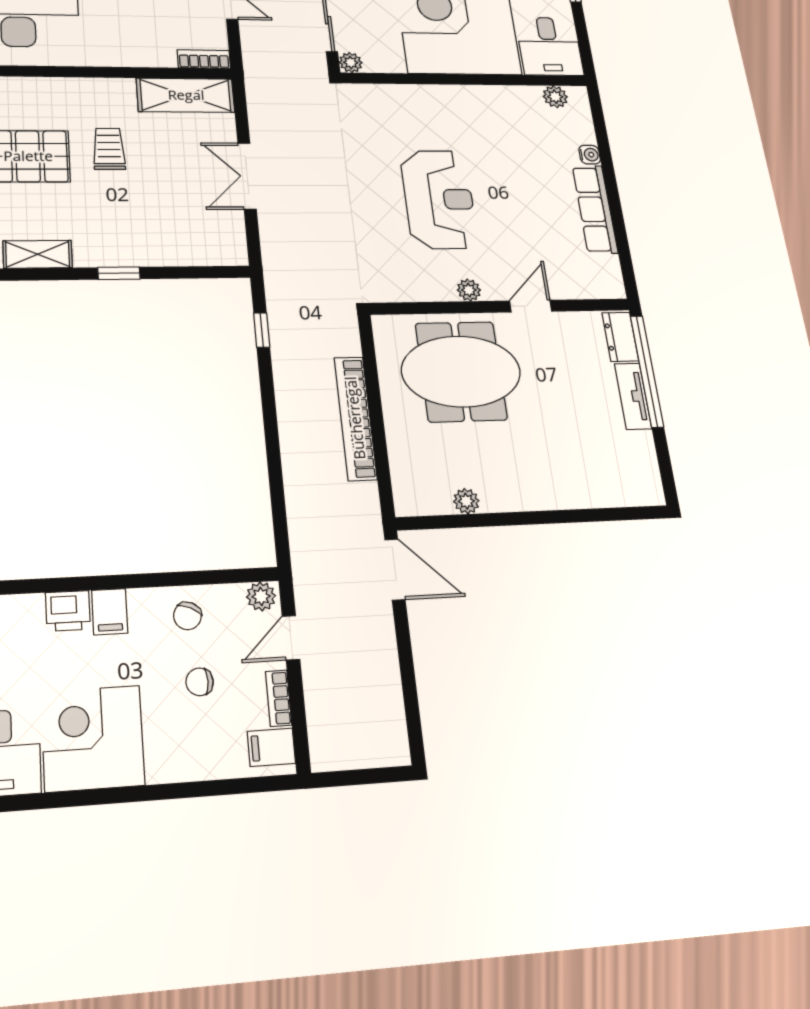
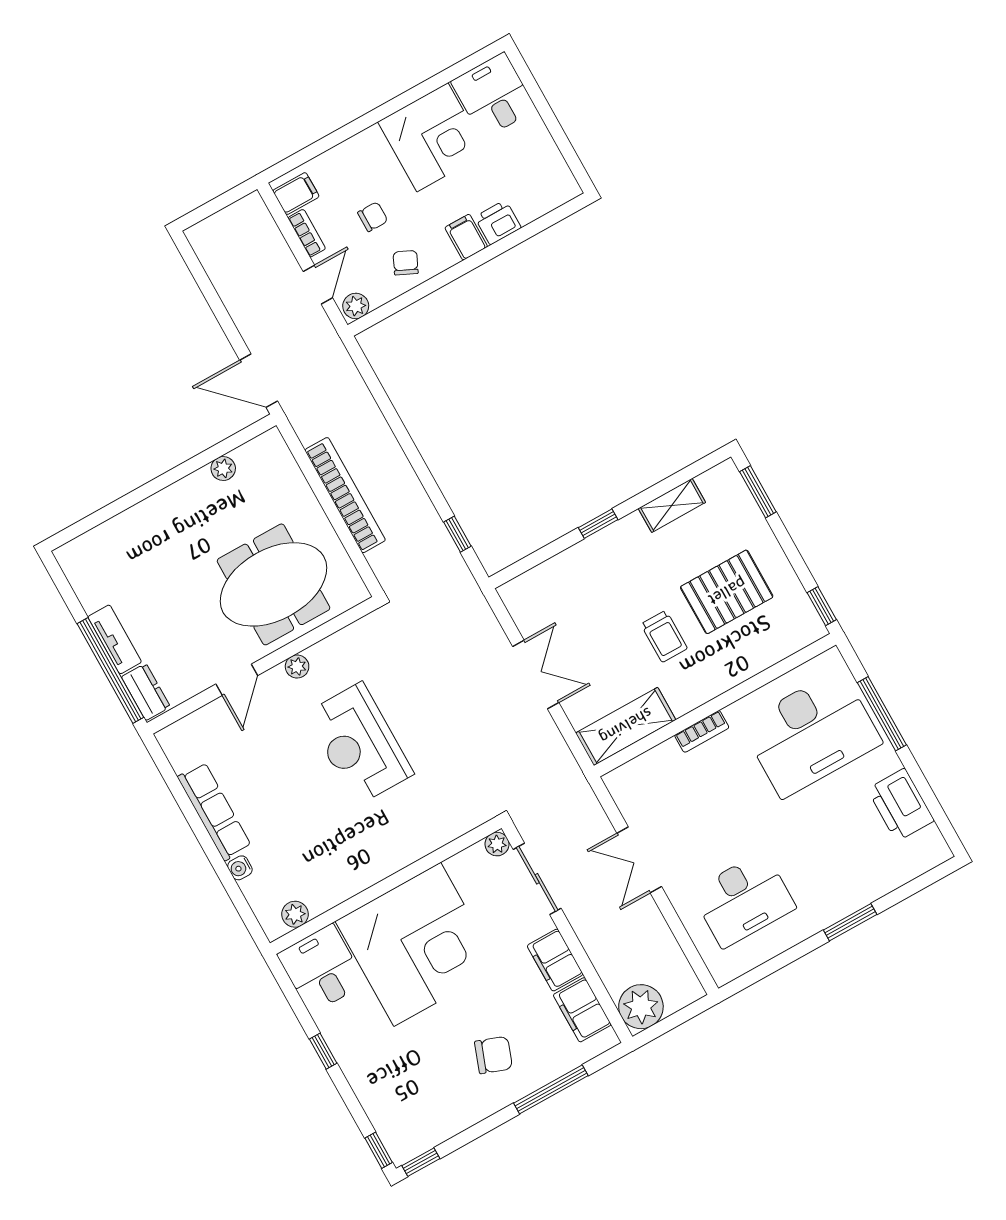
bookcase: (204, 59) -> (702, 731), moved

